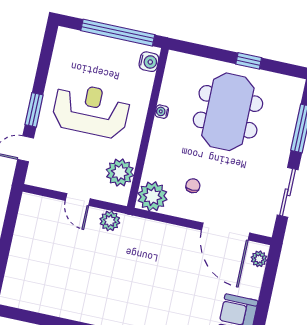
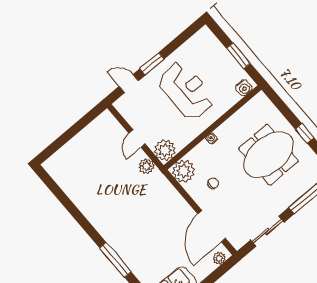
window: (118, 33) -> (238, 56), width x0.47
water cooler: (162, 112) -> (212, 138), moved
plant: (120, 173) -> (165, 150), moved

